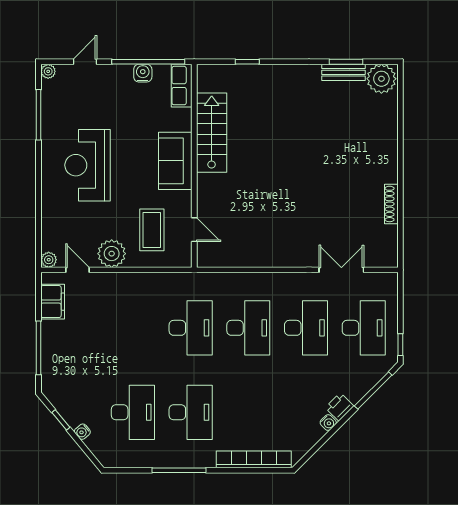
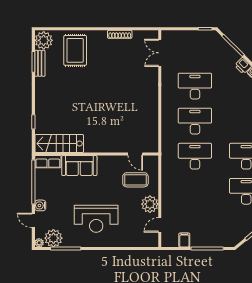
water cooler: (143, 73) -> (40, 205), moved
rug: (365, 130) -> (75, 50), added
stairs: (212, 133) -> (59, 144), moved
sofa: (175, 161) -> (79, 166), moved
door: (194, 230) -> (135, 154), swing flipped
plant: (49, 260) -> (53, 238), moved, width x1.88, depth x1.88
double door: (341, 270) -> (160, 53), moved
filing cabinet: (53, 302) -> (184, 240), width x0.50
desk: (364, 328) -> (195, 51), removed

